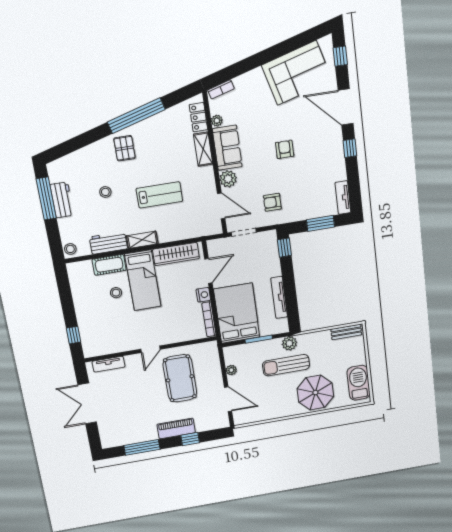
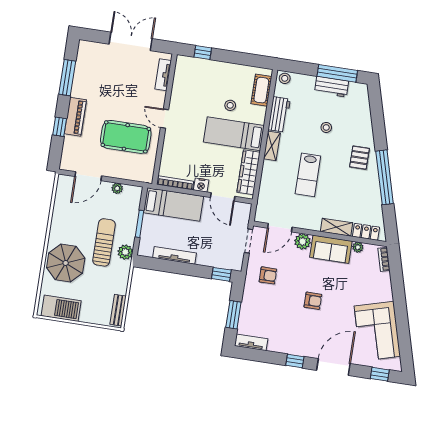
pallet: (124, 148) -> (359, 158), turned 90
armchair: (272, 202) -> (268, 275), turned 90
cot: (109, 265) -> (261, 90), moved
bed: (237, 313) -> (174, 204), width x0.67

